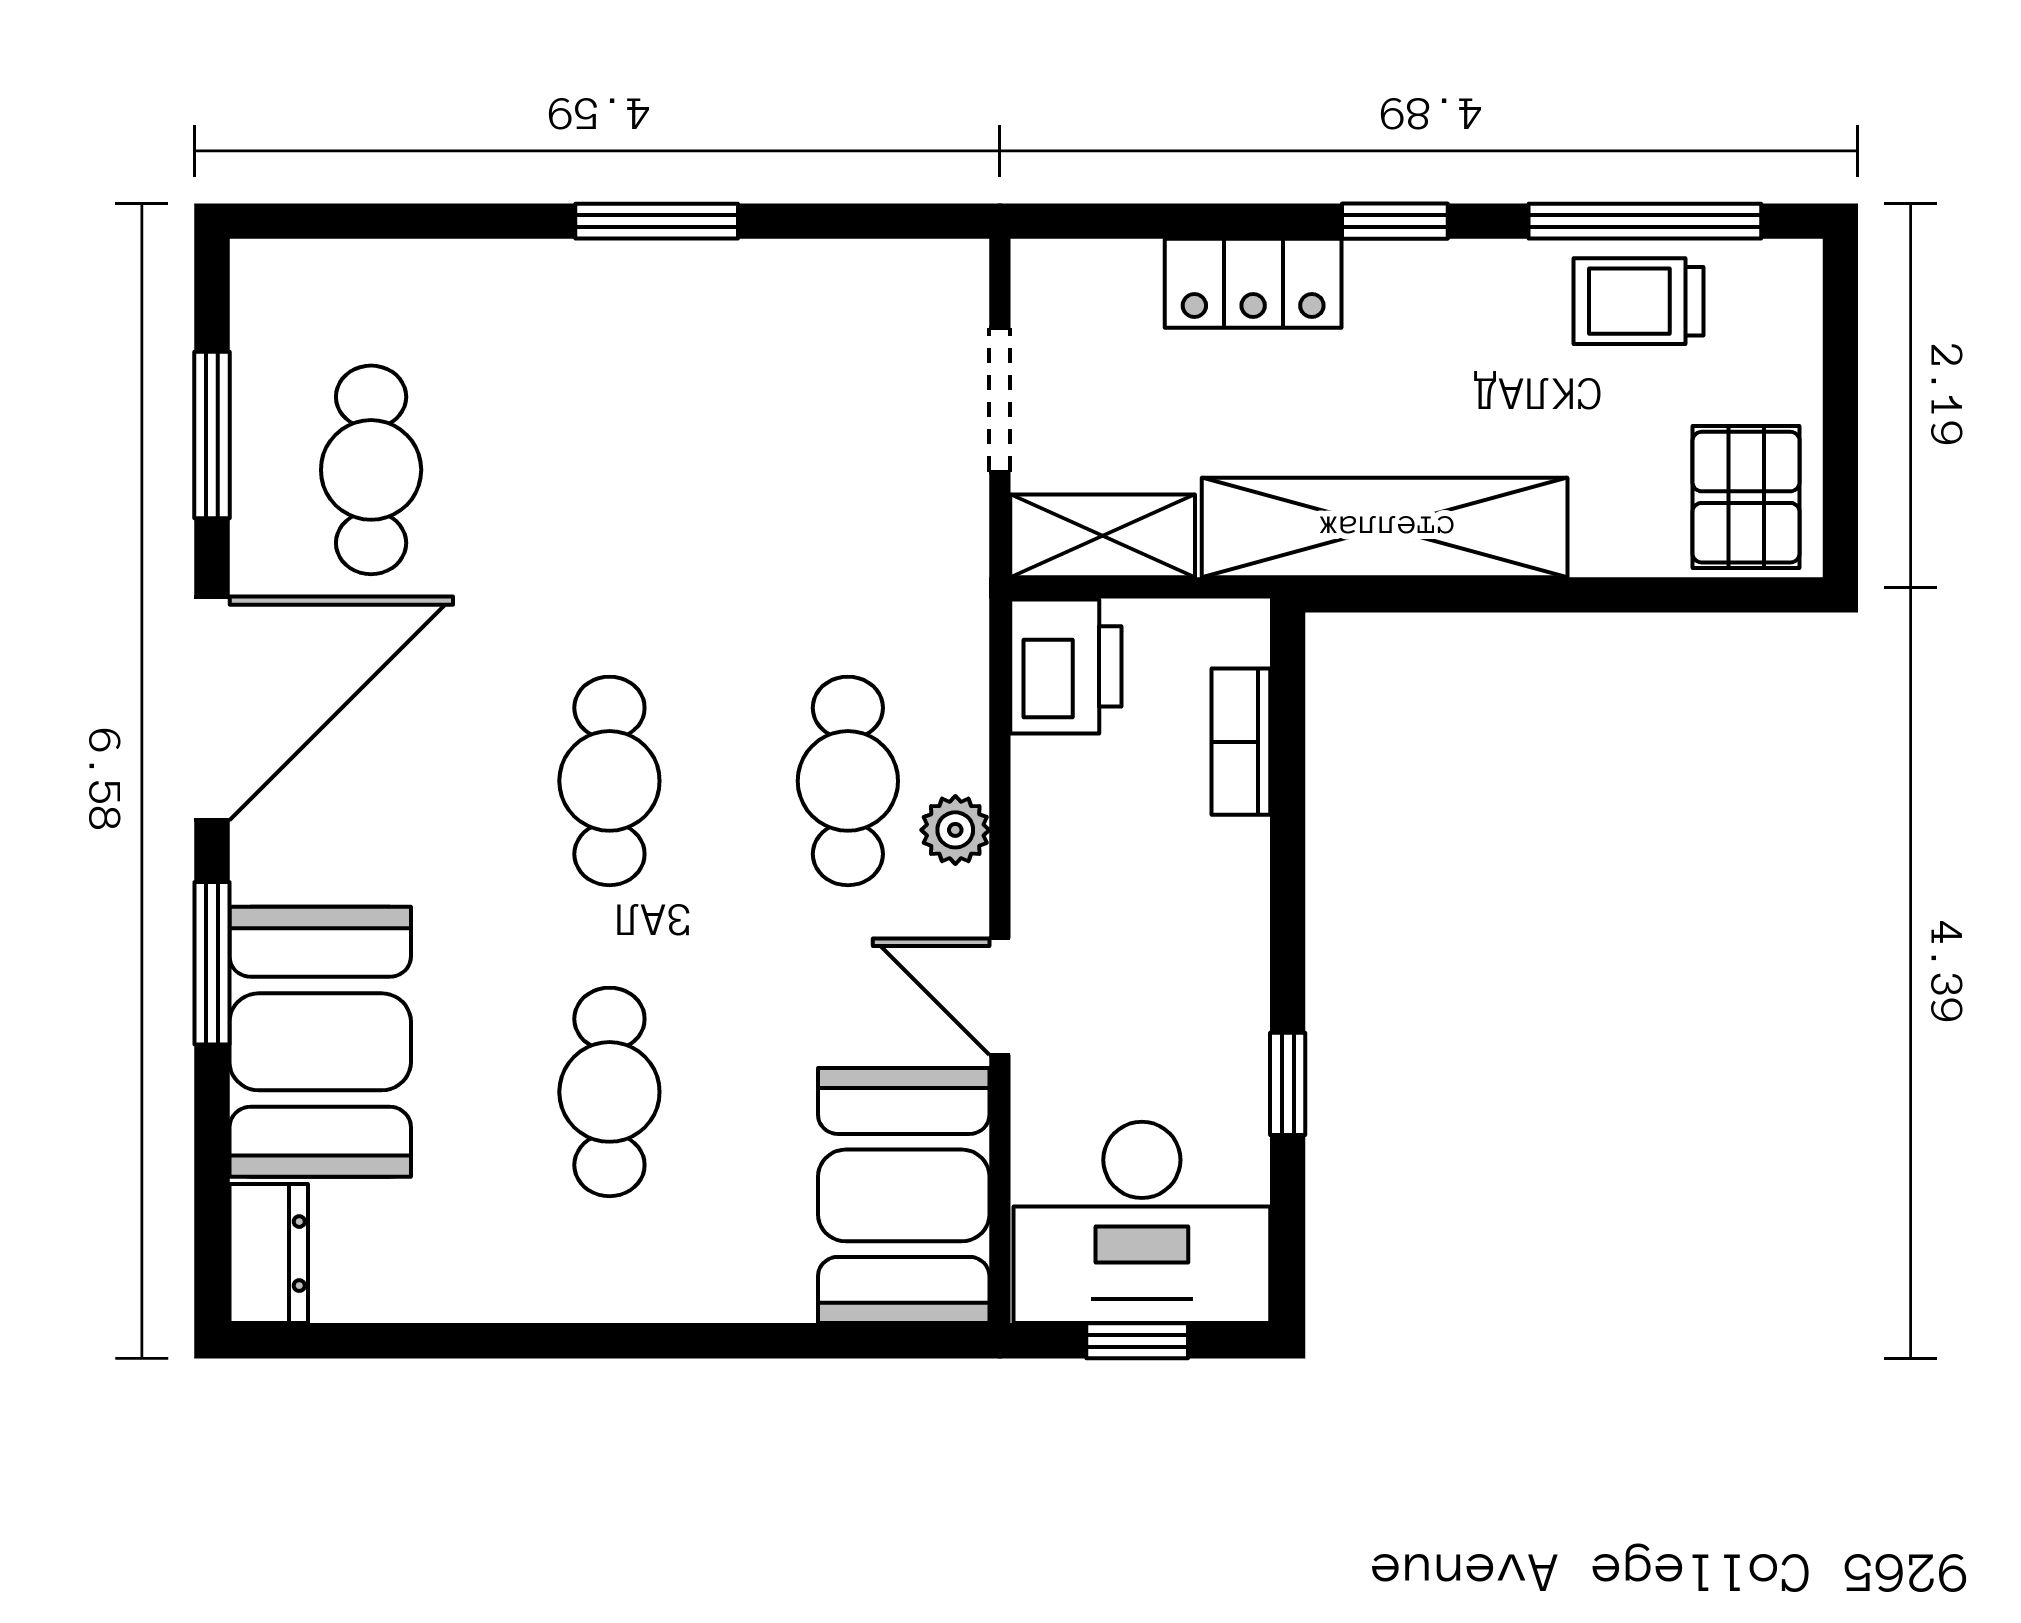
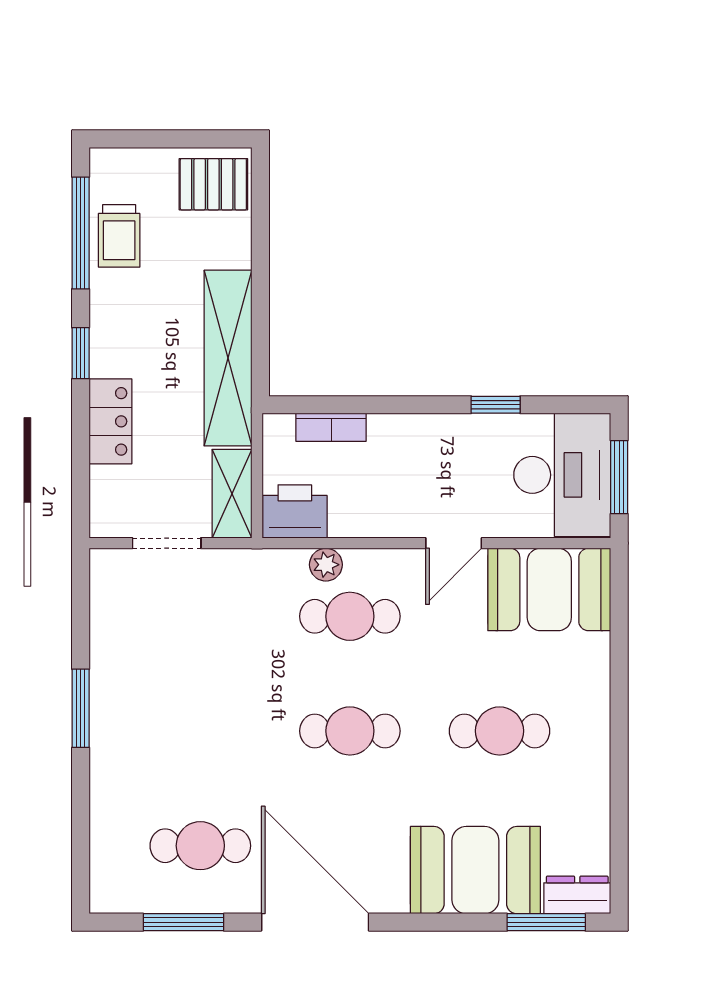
plant: (955, 830) -> (326, 565), moved
window: (212, 963) -> (546, 922), moved
window: (1137, 1341) -> (619, 477), width x1.50

